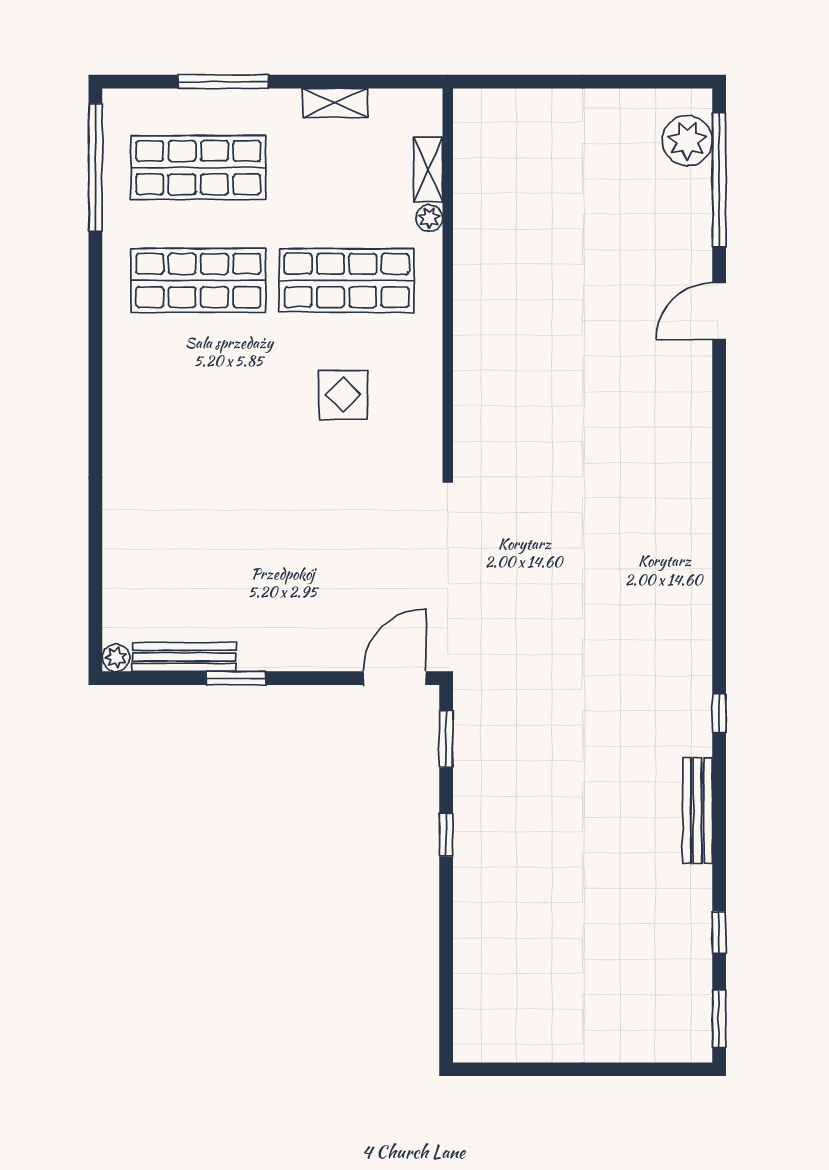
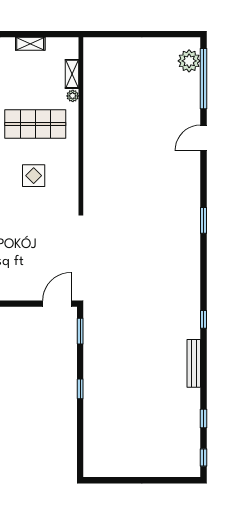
window: (719, 494) -> (203, 220), added
window: (446, 835) -> (80, 389), moved
window: (719, 1019) -> (203, 457), width x0.67

